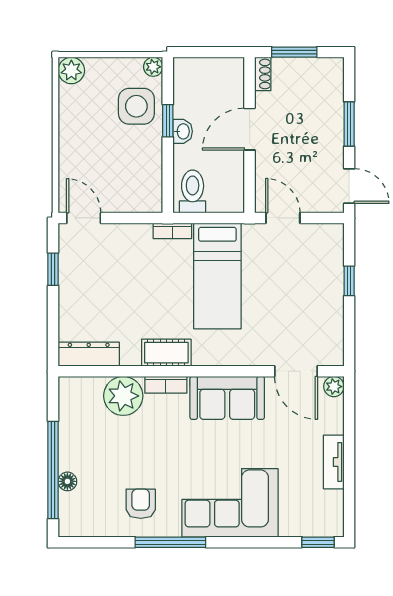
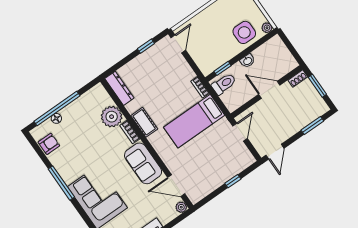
window: (168, 121) -> (223, 68), moved
window: (349, 124) -> (312, 125), moved
door: (296, 371) -> (176, 186), hinge flipped
armchair: (141, 504) -> (49, 144), moved

